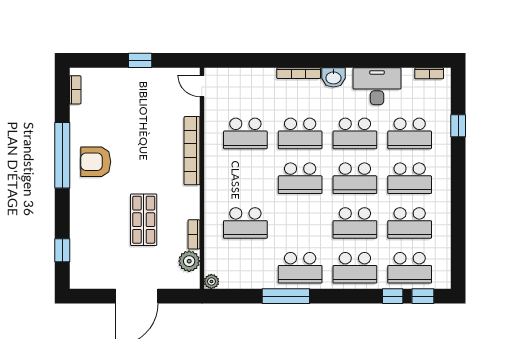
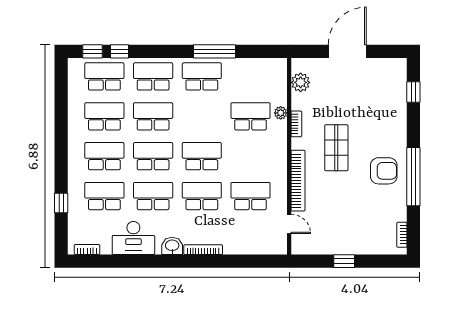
door: (202, 86) -> (289, 224), moved
shop shelf: (144, 220) -> (336, 148), moved
bookcase: (194, 234) -> (296, 124), moved
plant: (211, 281) -> (281, 113), moved

